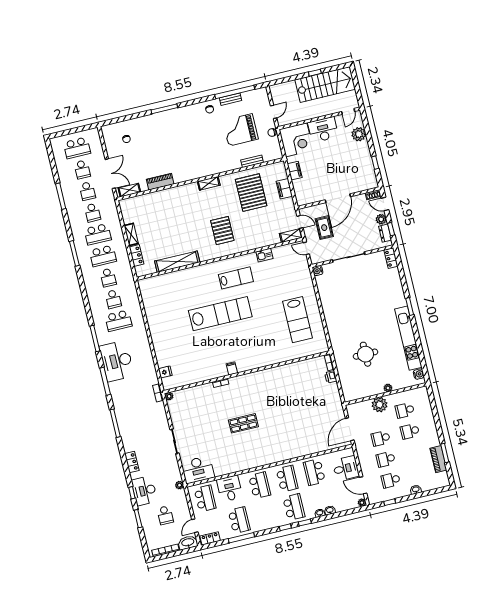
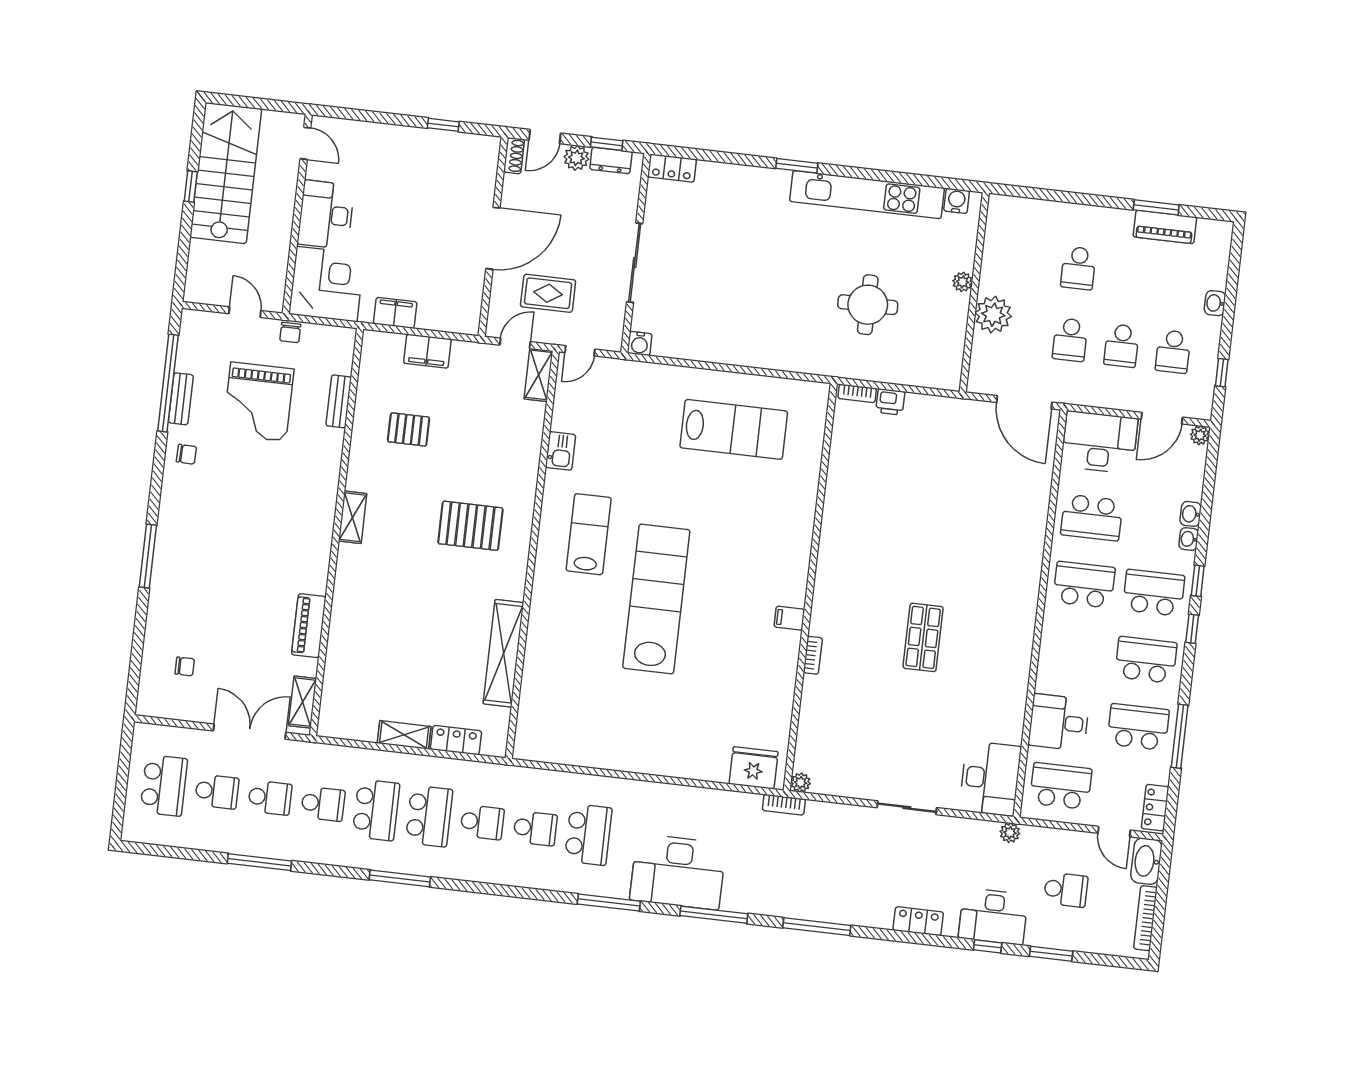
plant: (359, 134) -> (366, 138), removed
pallet: (251, 193) -> (409, 429), width x0.49, depth x0.50
door: (338, 198) -> (493, 238), hinge flipped
fridge: (165, 372) -> (754, 768), width x1.88, depth x1.34
school desk: (405, 410) -> (1027, 262), removed
desk: (346, 468) -> (1100, 442), width x1.37
school desk: (260, 485) -> (1146, 660), moved

